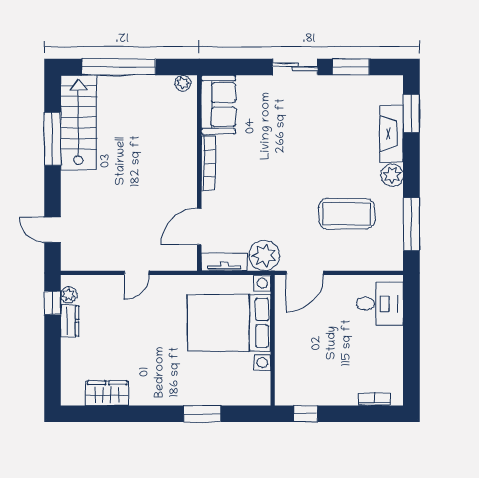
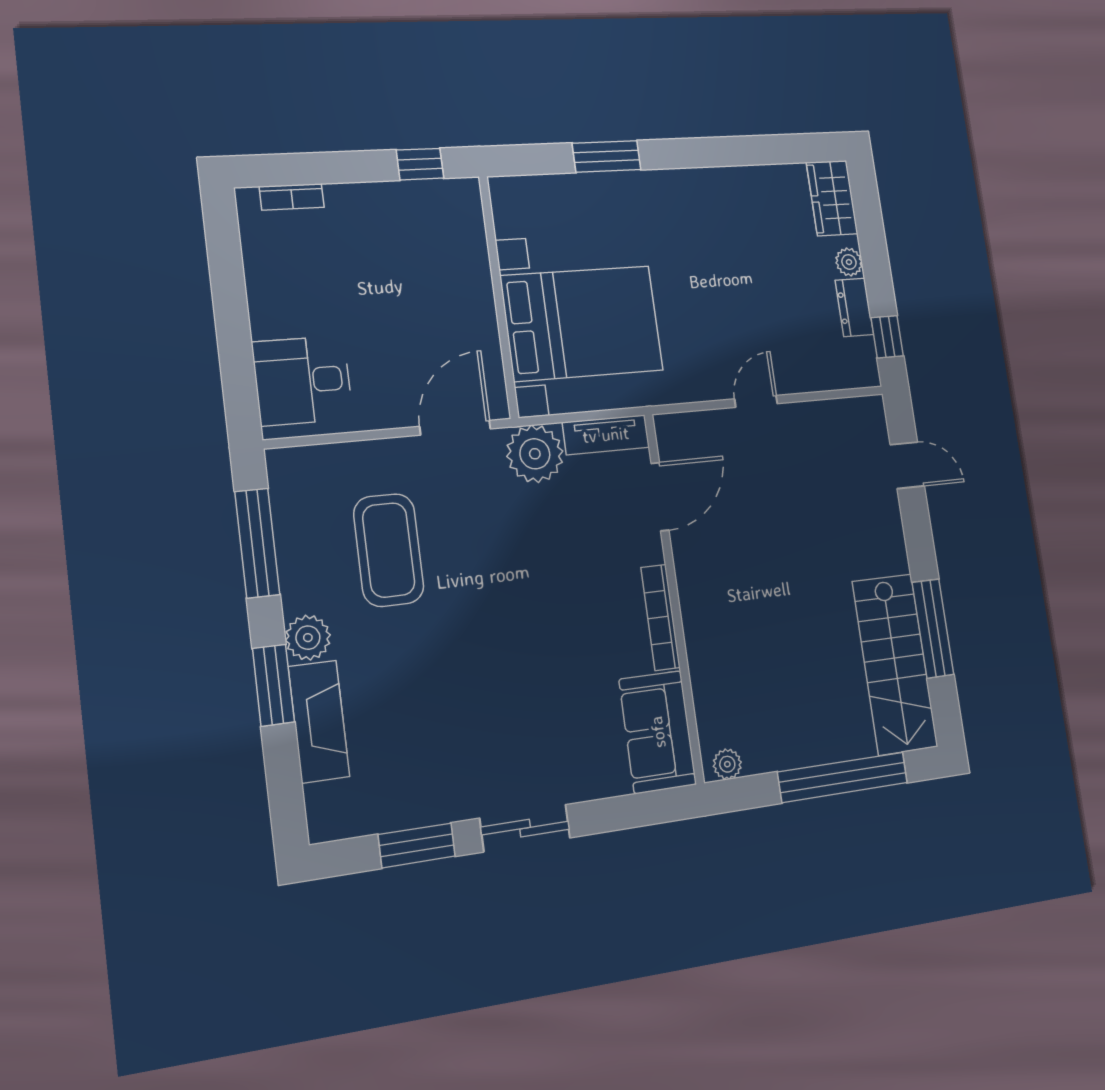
window: (411, 113) -> (273, 685), moved
coffee table: (347, 214) -> (389, 550), turned 90
plant: (69, 295) -> (849, 262), moved
wardrobe: (107, 393) -> (832, 198), moved, turned 90

